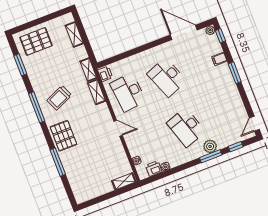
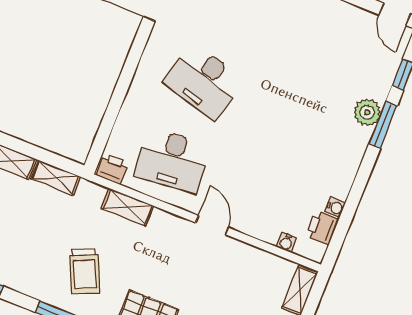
shelving: (88, 70) -> (56, 178), moved
desk: (167, 77) -> (203, 81), turned 36
desk: (186, 127) -> (305, 122), removed
door: (118, 128) -> (212, 225), hinge flipped

